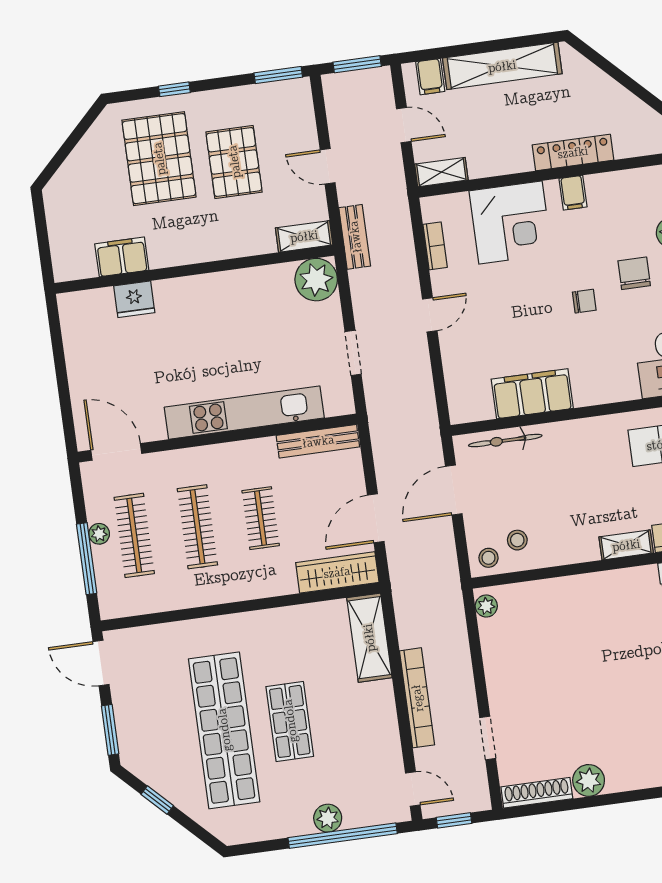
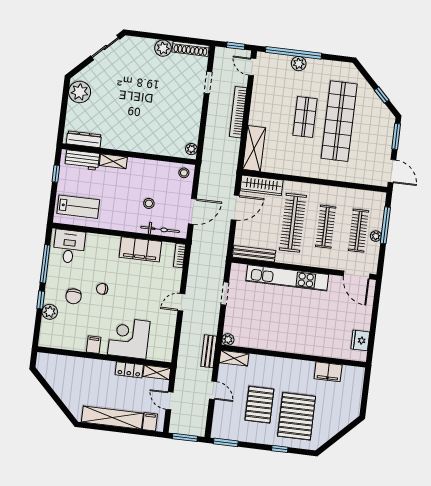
locker: (573, 152) -> (129, 370), moved, width x0.66
bookcase: (435, 246) -> (179, 256), moved
plant: (316, 280) -> (228, 339), width x0.53, depth x0.53
fridge: (134, 299) -> (360, 340), moved, turned -90
clothes rail: (261, 518) -> (293, 223), width x1.86, depth x1.31
stool: (517, 540) -> (149, 203), moved

